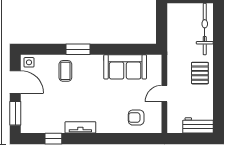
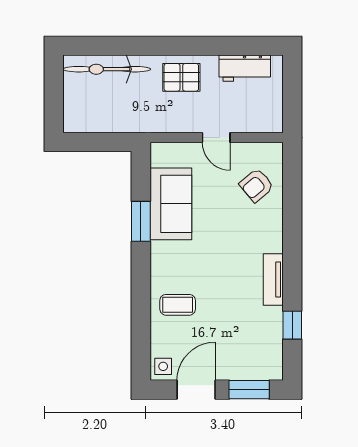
window: (78, 49) -> (141, 221), moved
armchair: (136, 118) -> (256, 185), turned 50
workbench: (198, 125) -> (245, 68), moved, turned -90

